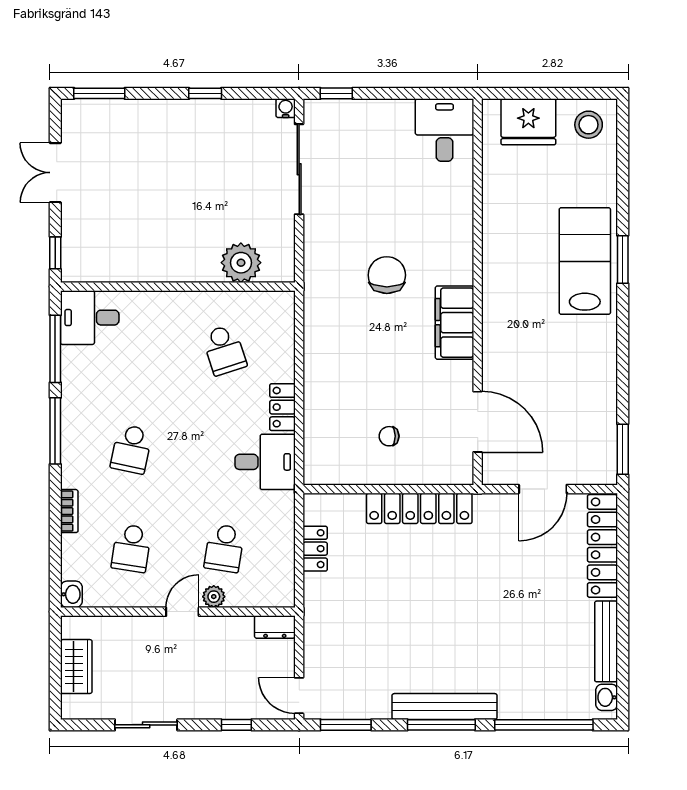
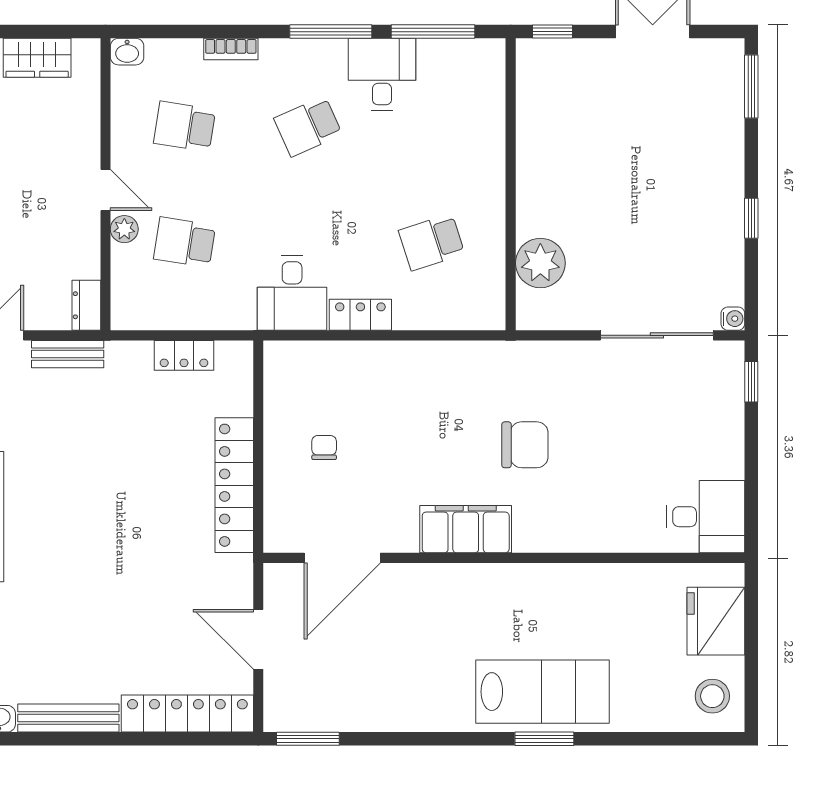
desk: (90, 318) -> (382, 74), moved
school desk: (131, 449) -> (308, 126), turned -36
bench: (314, 642) -> (68, 354), added

